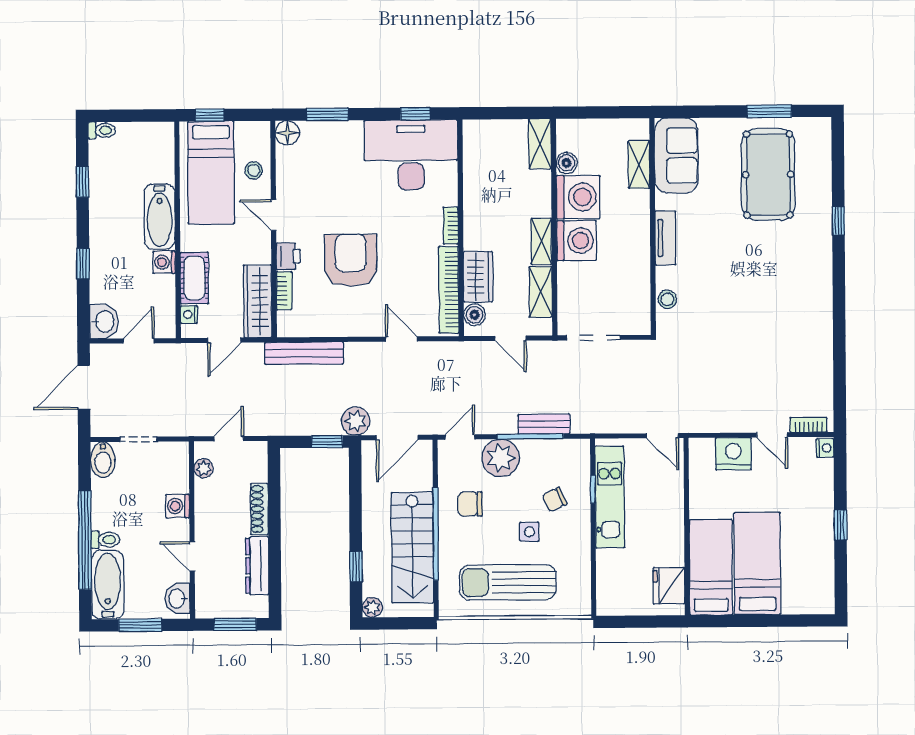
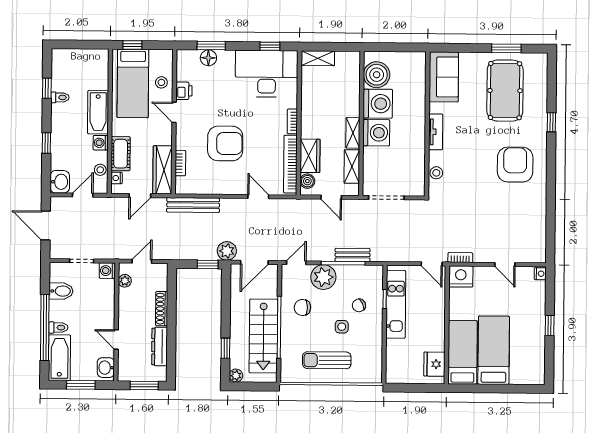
toilet: (102, 130) -> (60, 97), moved
floor lamp: (287, 133) -> (208, 58), moved
shelving: (540, 144) -> (318, 58), moved, turned 90
boiler: (567, 163) -> (377, 75), width x1.86, depth x1.86
shelving: (639, 164) -> (419, 82), removed
printer: (288, 256) -> (184, 91), moved
armchair: (351, 260) -> (225, 143), turned 90
armchair: (785, 285) -> (515, 165), added
stool: (164, 303) -> (100, 170), added
door: (84, 387) -> (46, 226), hinge flipped
bookcase: (808, 425) -> (460, 258), moved
nightstand: (733, 454) -> (461, 276), moved
bidet: (103, 460) -> (61, 291), moved, turned -90
washing machine: (178, 506) -> (107, 271), moved
sun lounger: (508, 582) -> (327, 360), width x0.73, depth x0.75

